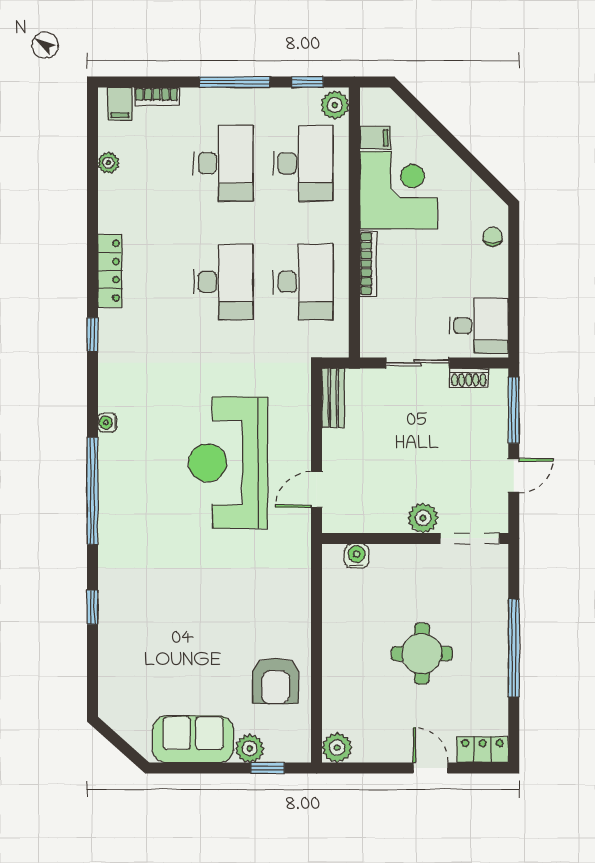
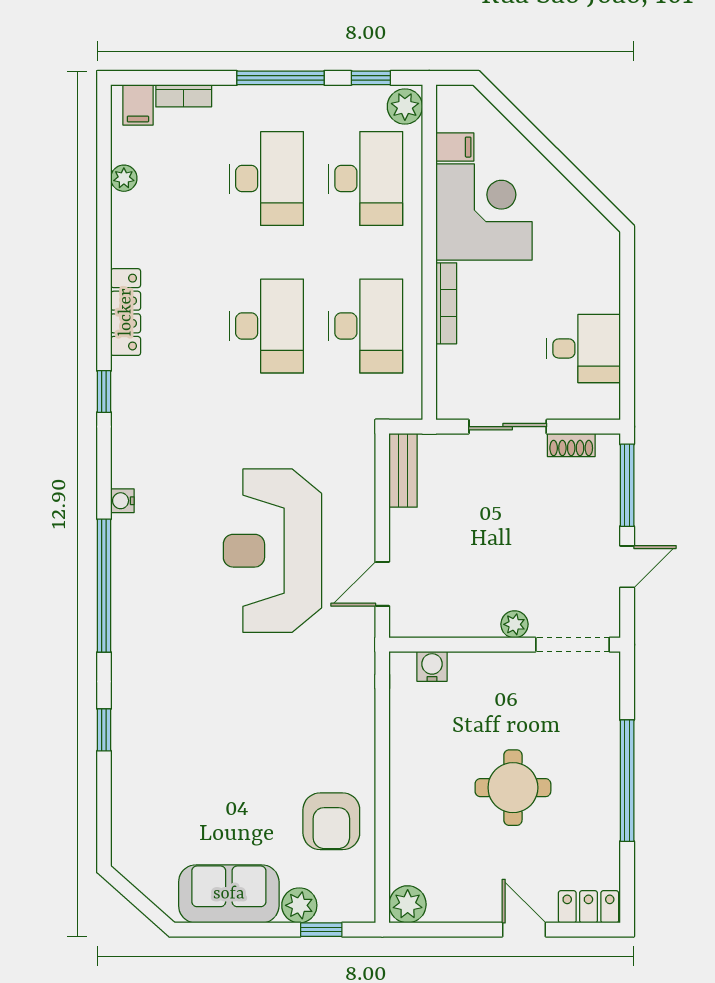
chair: (493, 237) -> (601, 270), removed
desk: (479, 326) -> (584, 348), moved
plant: (423, 518) -> (514, 624), width x0.73, depth x0.73

